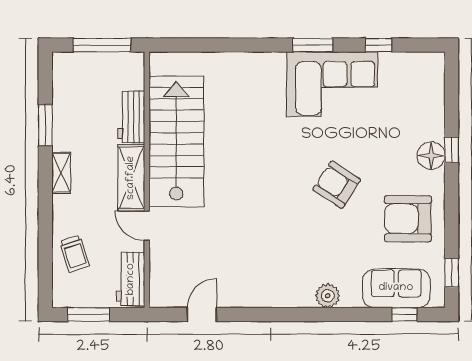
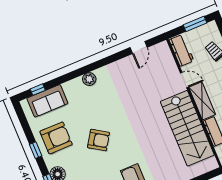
window: (452, 273) -> (36, 150), moved
plant: (328, 296) -> (89, 79), moved

